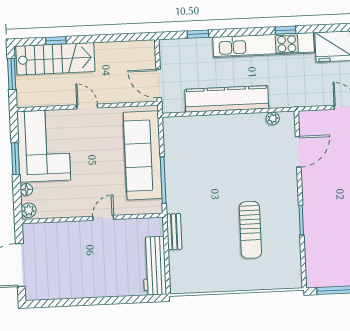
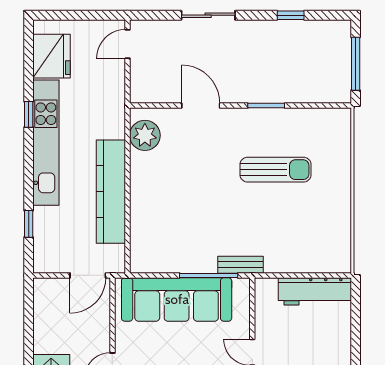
plant: (273, 118) -> (145, 135), width x1.88, depth x1.88
door: (298, 152) -> (201, 106), moved
bench: (174, 232) -> (241, 265), moved

